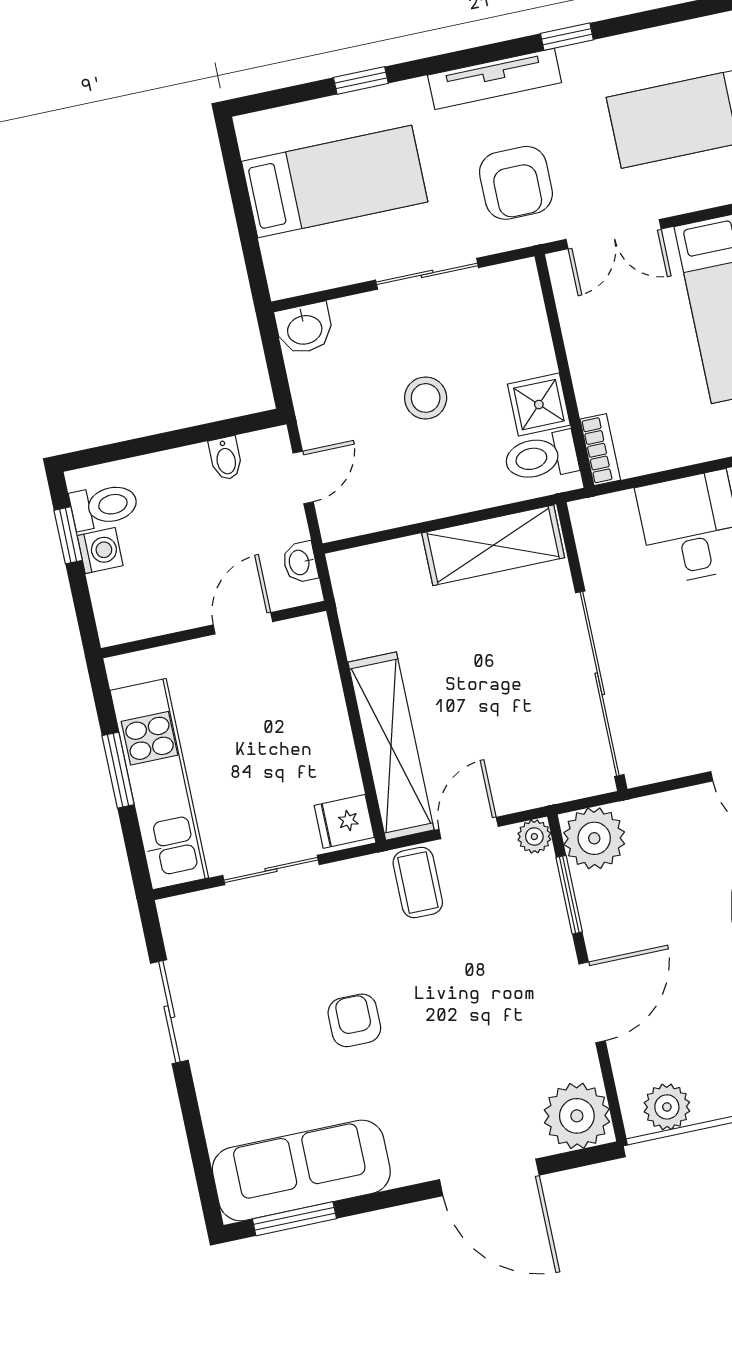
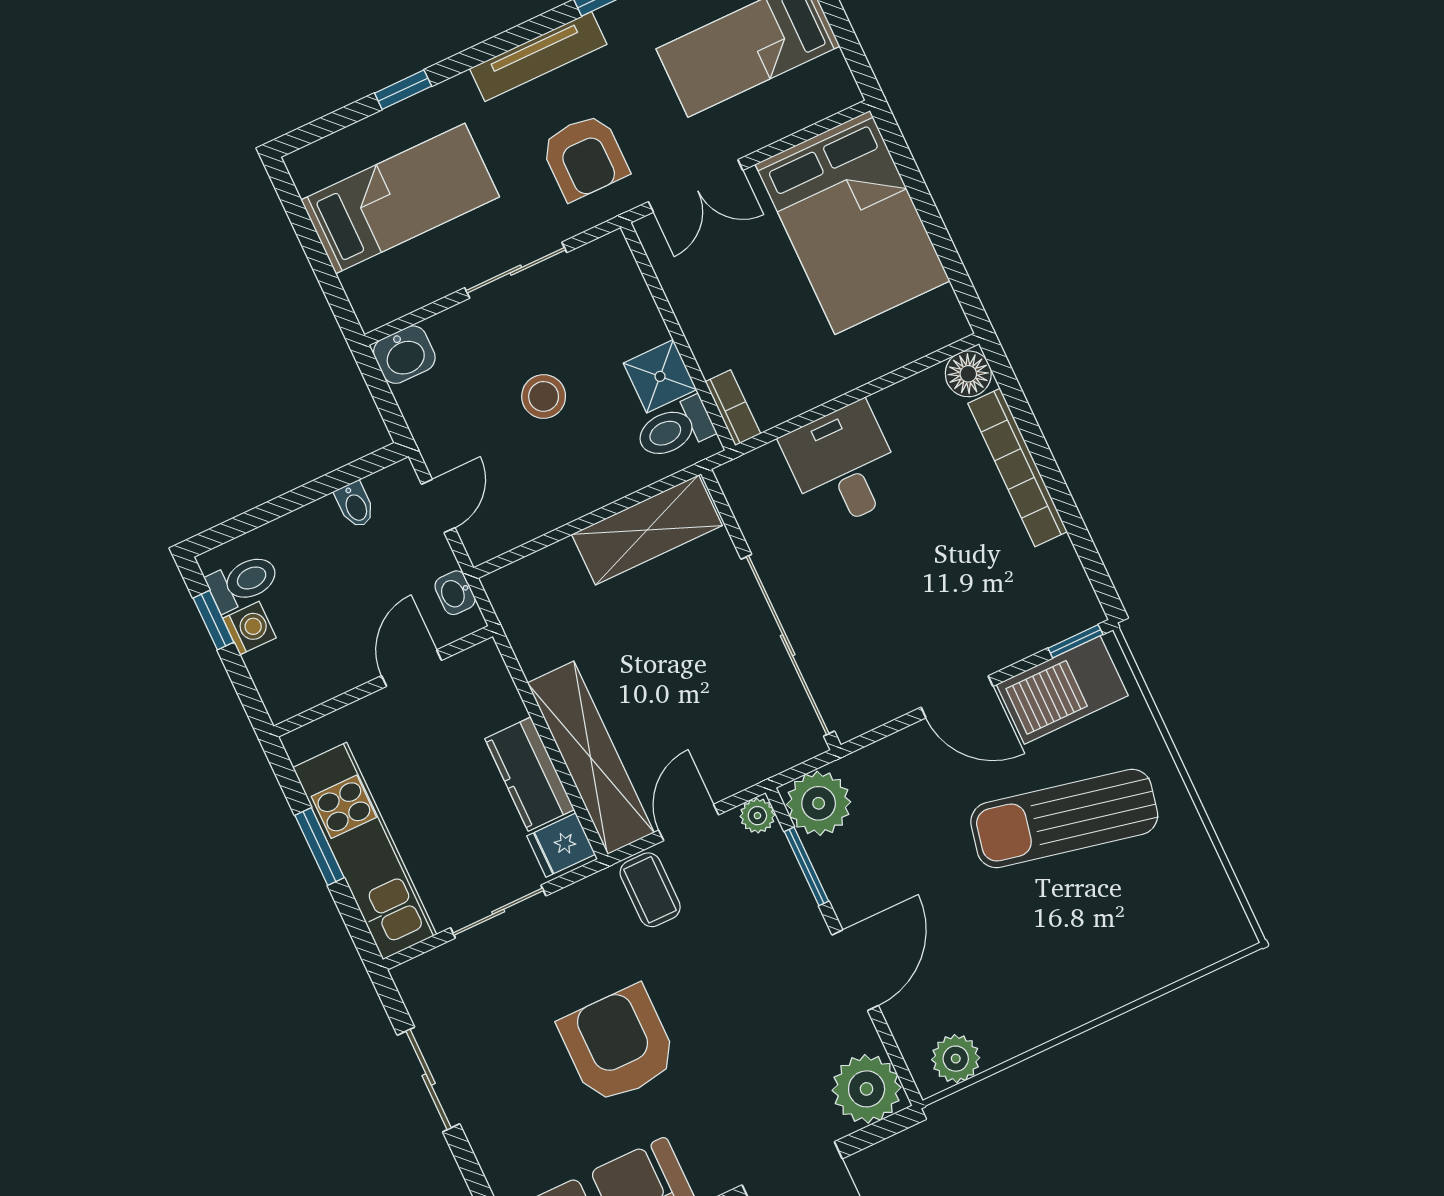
kitchen counter: (330, 748) -> (530, 774), added
armchair: (354, 1020) -> (618, 1045), width x1.88, depth x1.88

